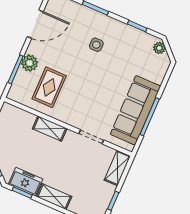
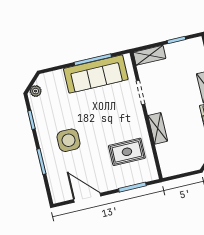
side table: (96, 45) -> (69, 140), width x1.87, depth x1.87
plant: (30, 63) -> (120, 180), removed

